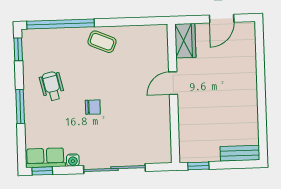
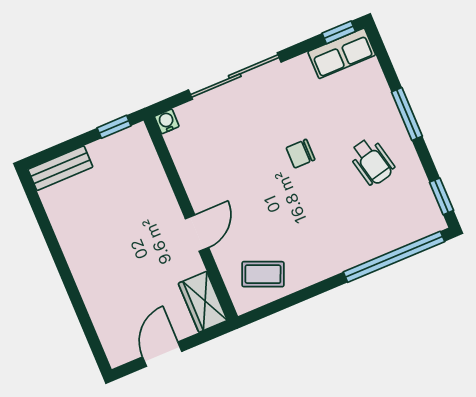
coffee table: (102, 42) -> (263, 274), moved
water cooler: (73, 160) -> (167, 121), moved

